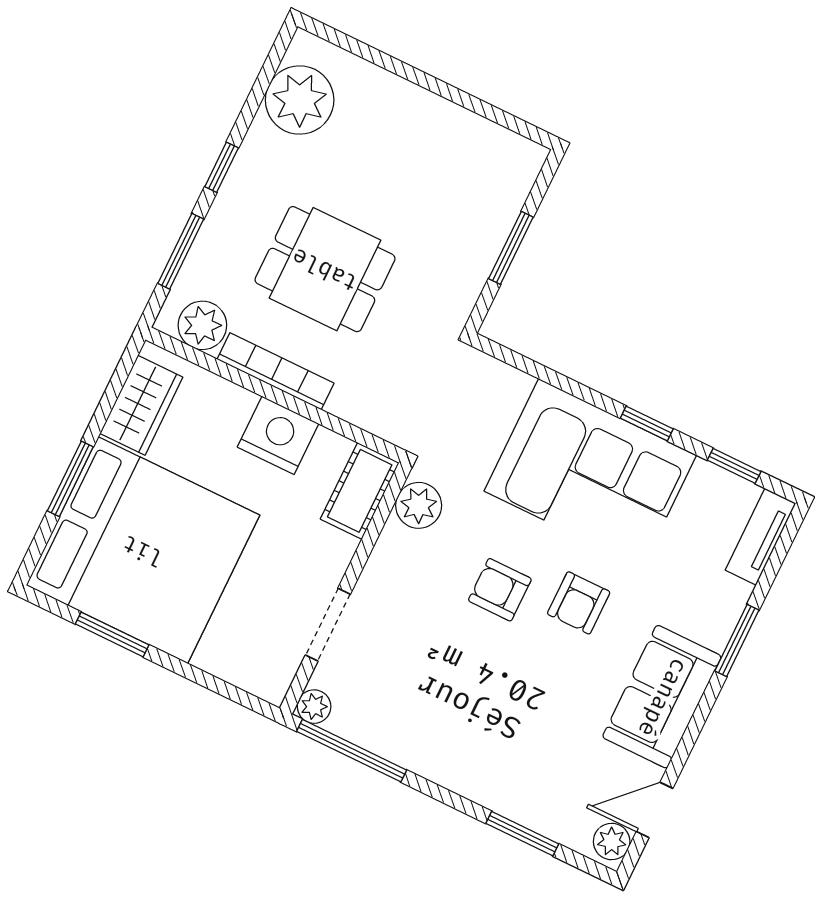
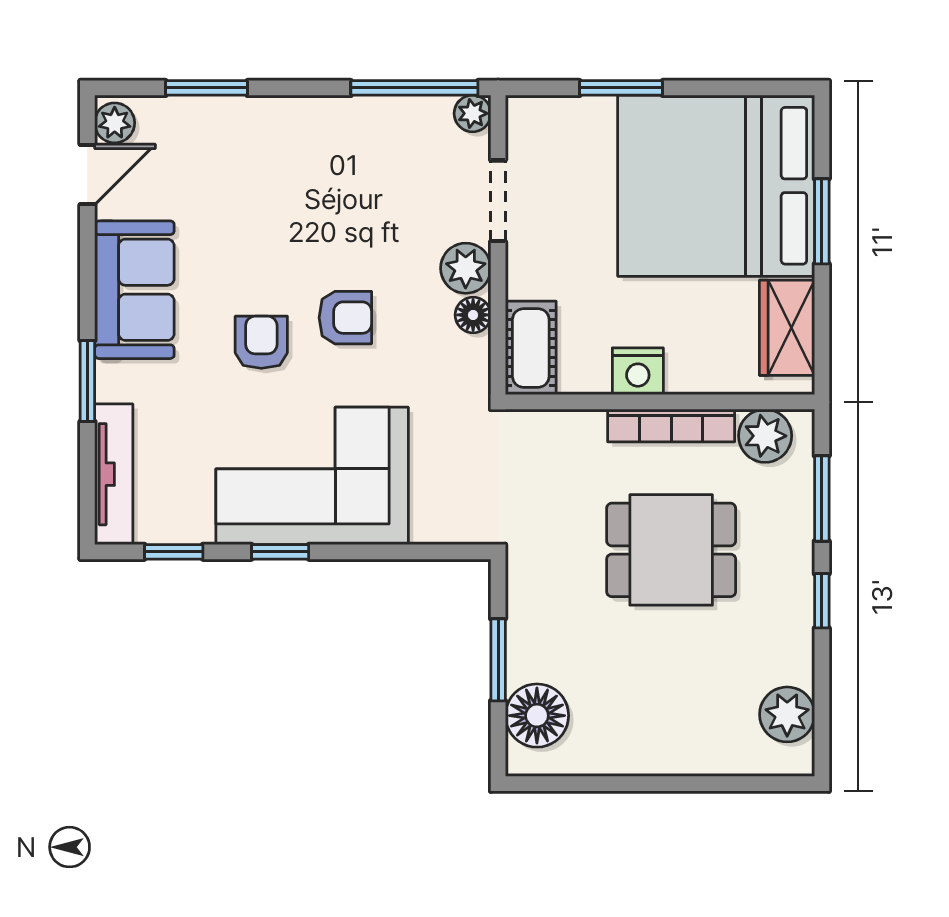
plant: (300, 100) -> (787, 714), width x0.73, depth x0.73
floor lamp: (501, 187) -> (537, 716), added
nightstand: (278, 435) -> (638, 371), width x0.74, depth x0.75
plant: (419, 505) -> (466, 268), moved
tv unit: (761, 537) -> (114, 474), width x1.41
floor lamp: (394, 541) -> (473, 315), added
window: (112, 634) -> (621, 88), moved

